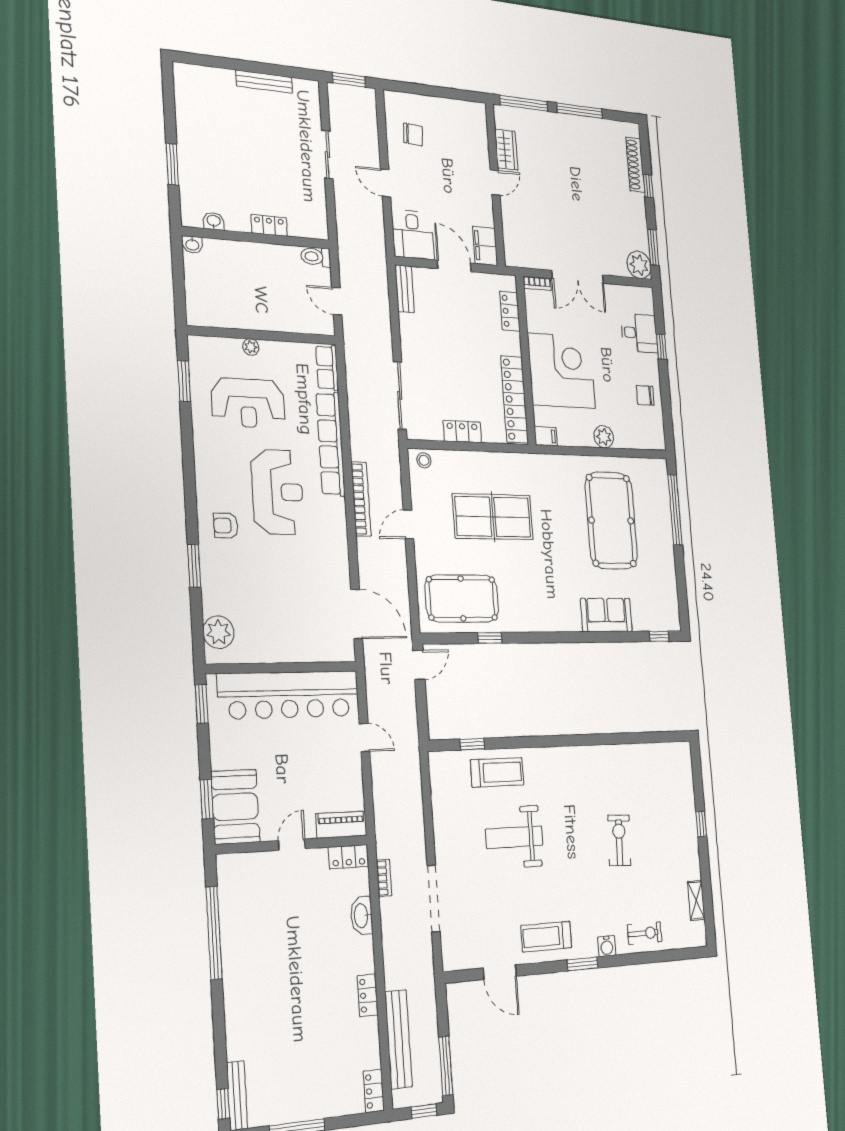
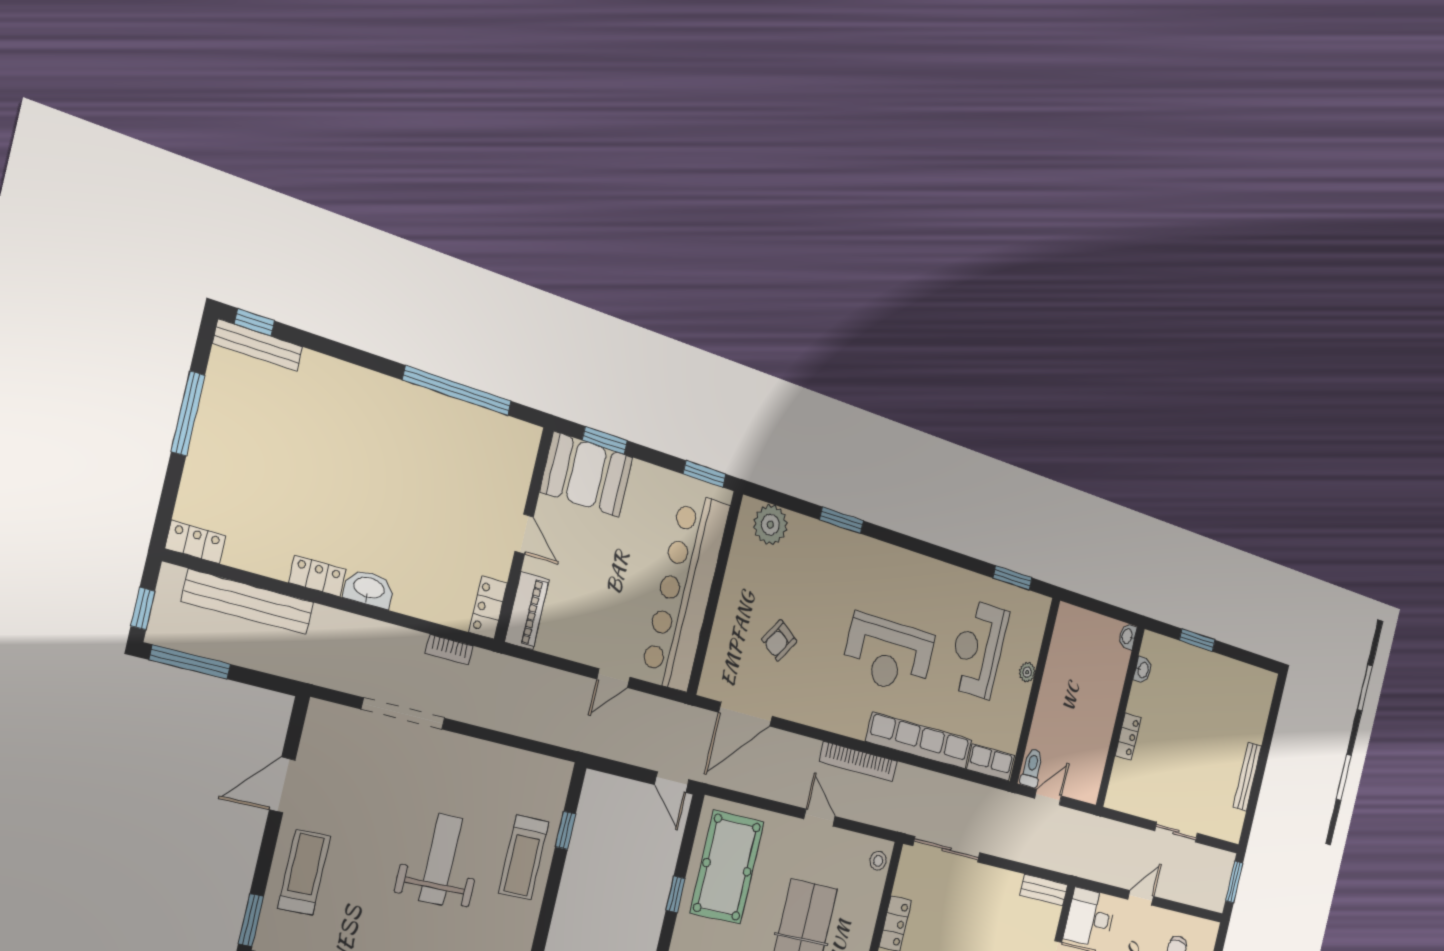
toilet: (316, 257) -> (1032, 768), moved
armchair: (226, 526) -> (779, 640), moved, turned -146
washbasin: (362, 916) -> (369, 589), moved

